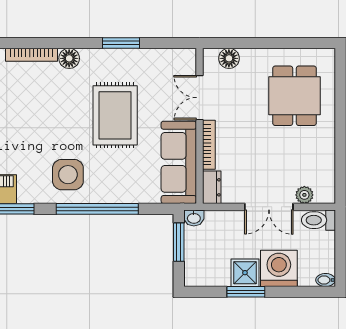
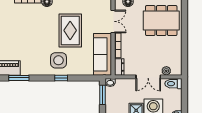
dining table: (294, 96) -> (161, 21), width x1.38
double door: (199, 98) -> (113, 21), swing flipped
side table: (68, 175) -> (59, 60), moved
window: (97, 209) -> (61, 78), width x0.32

